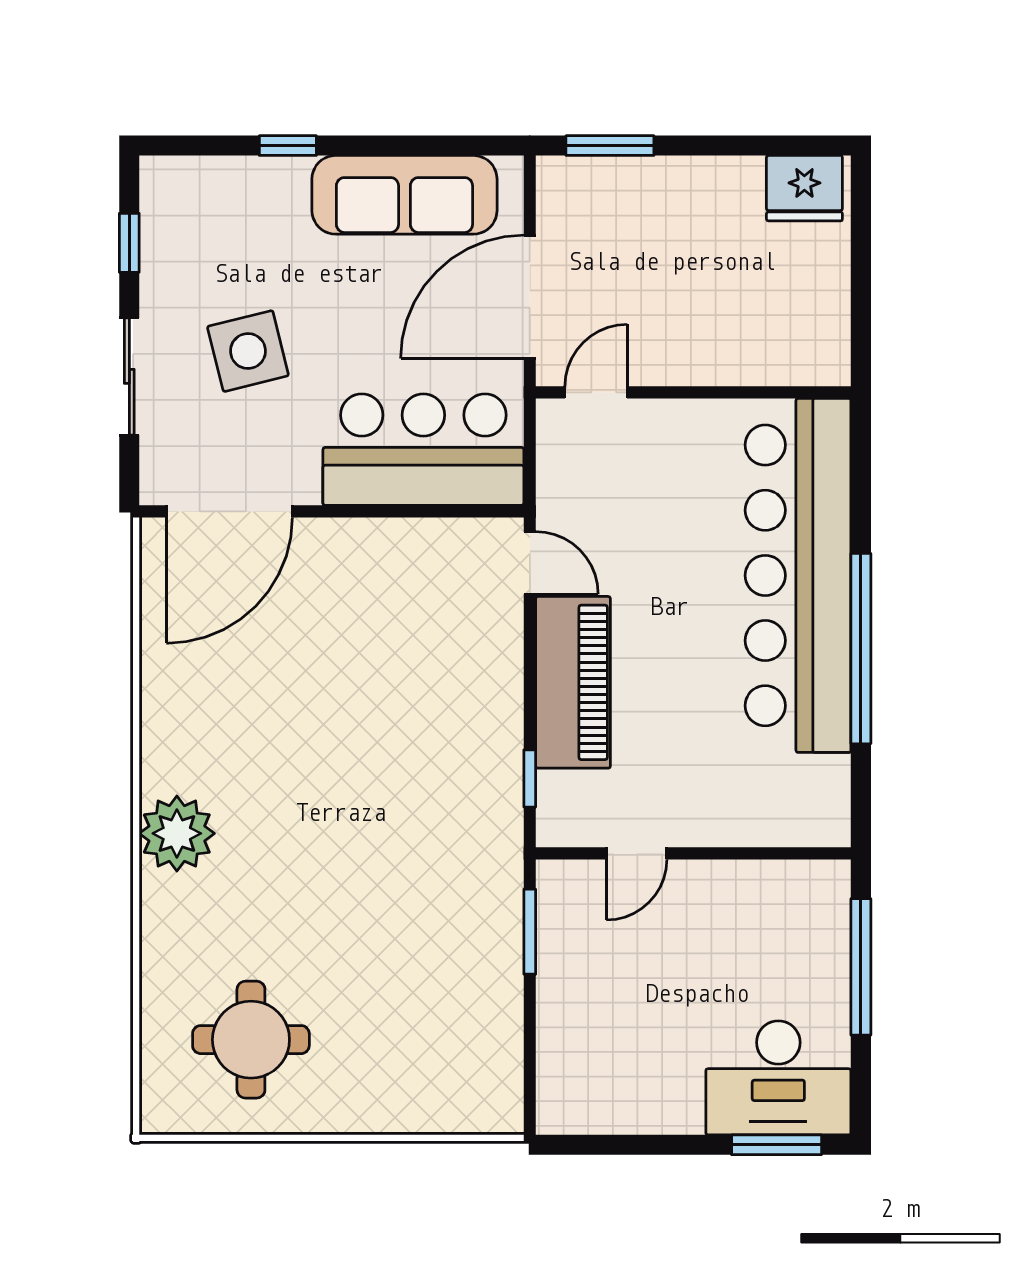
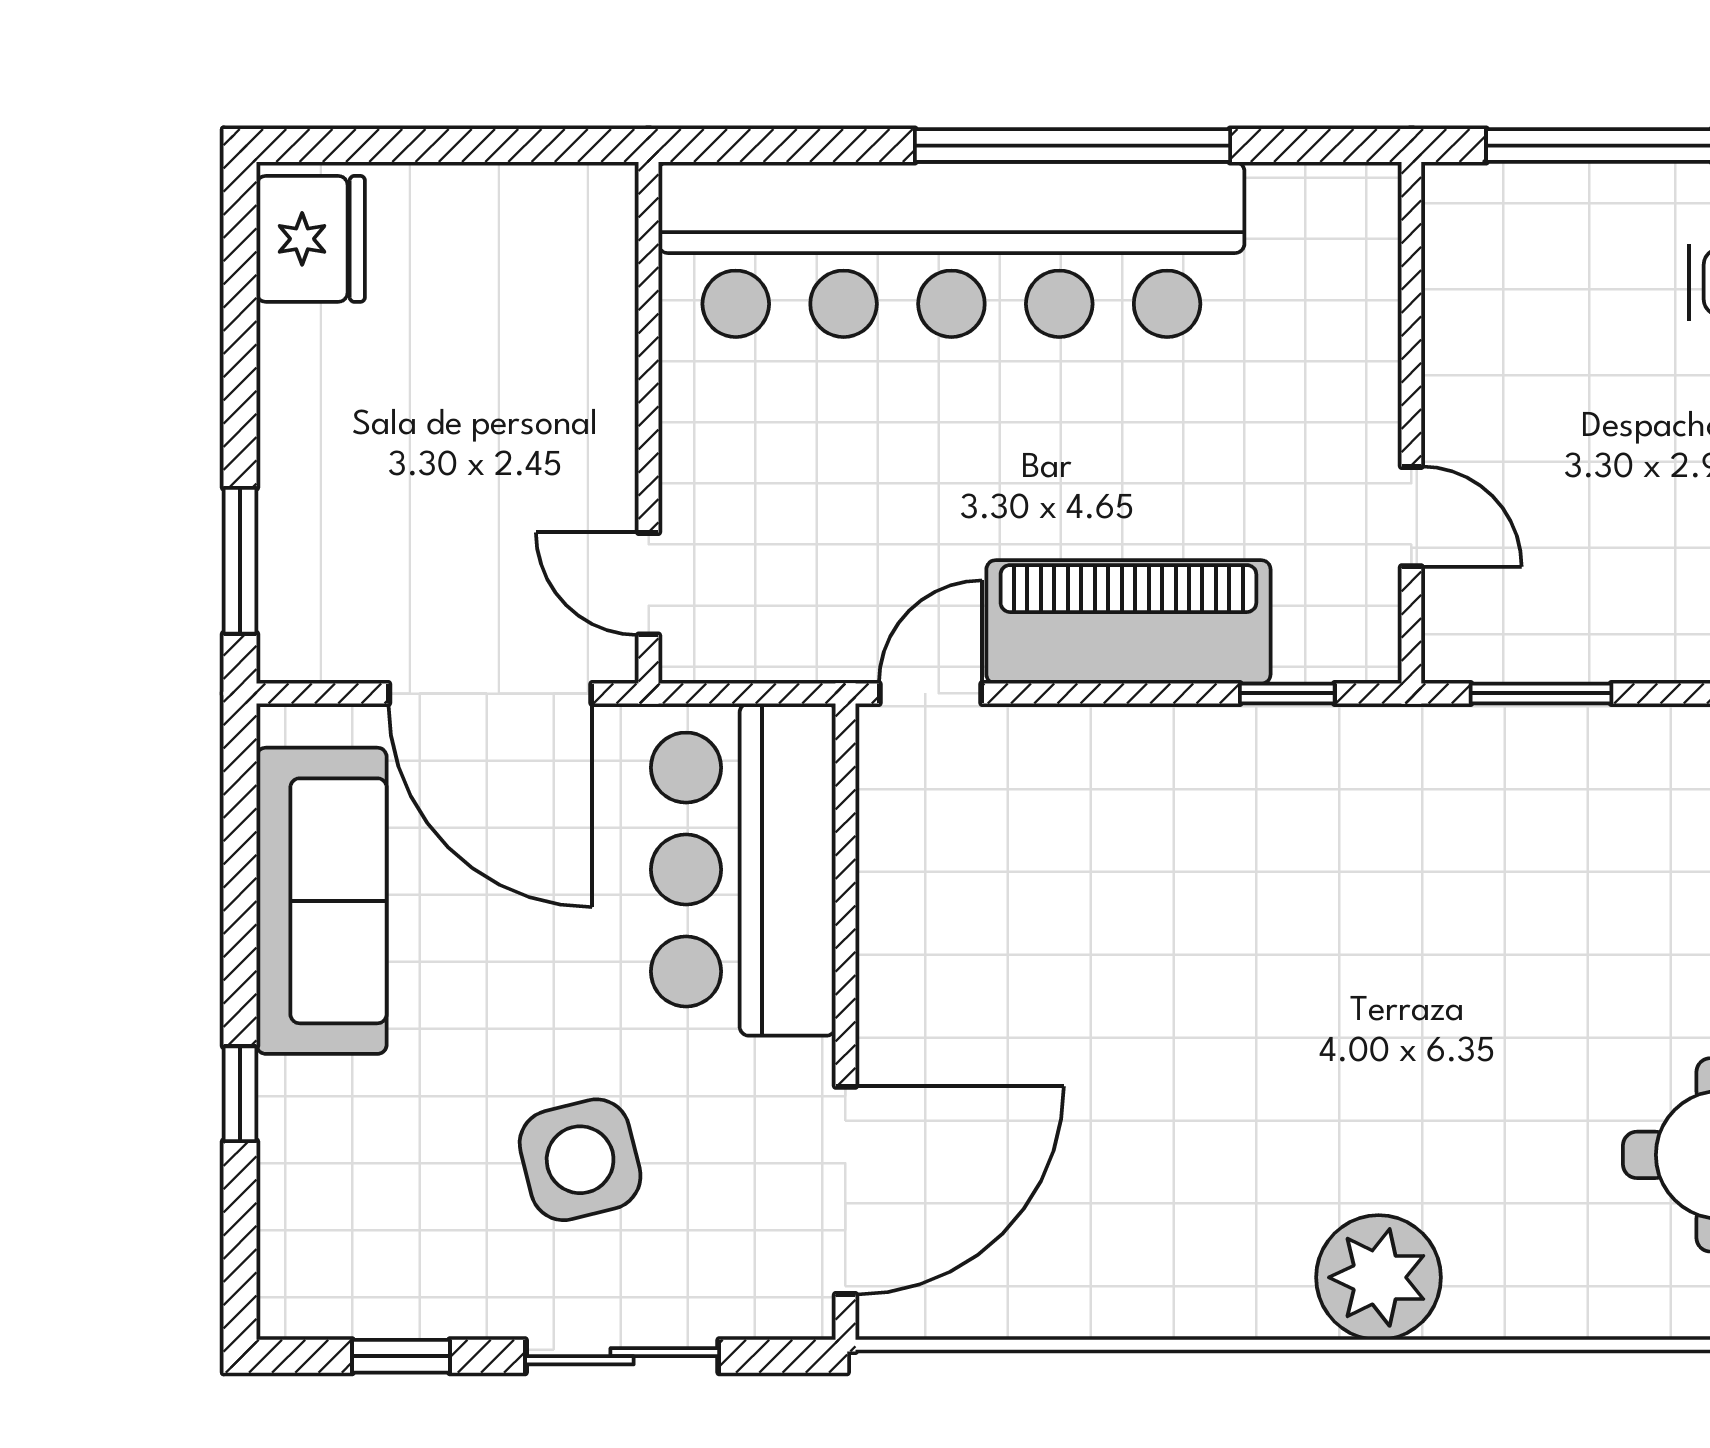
door: (229, 511) -> (845, 1190), hinge flipped

